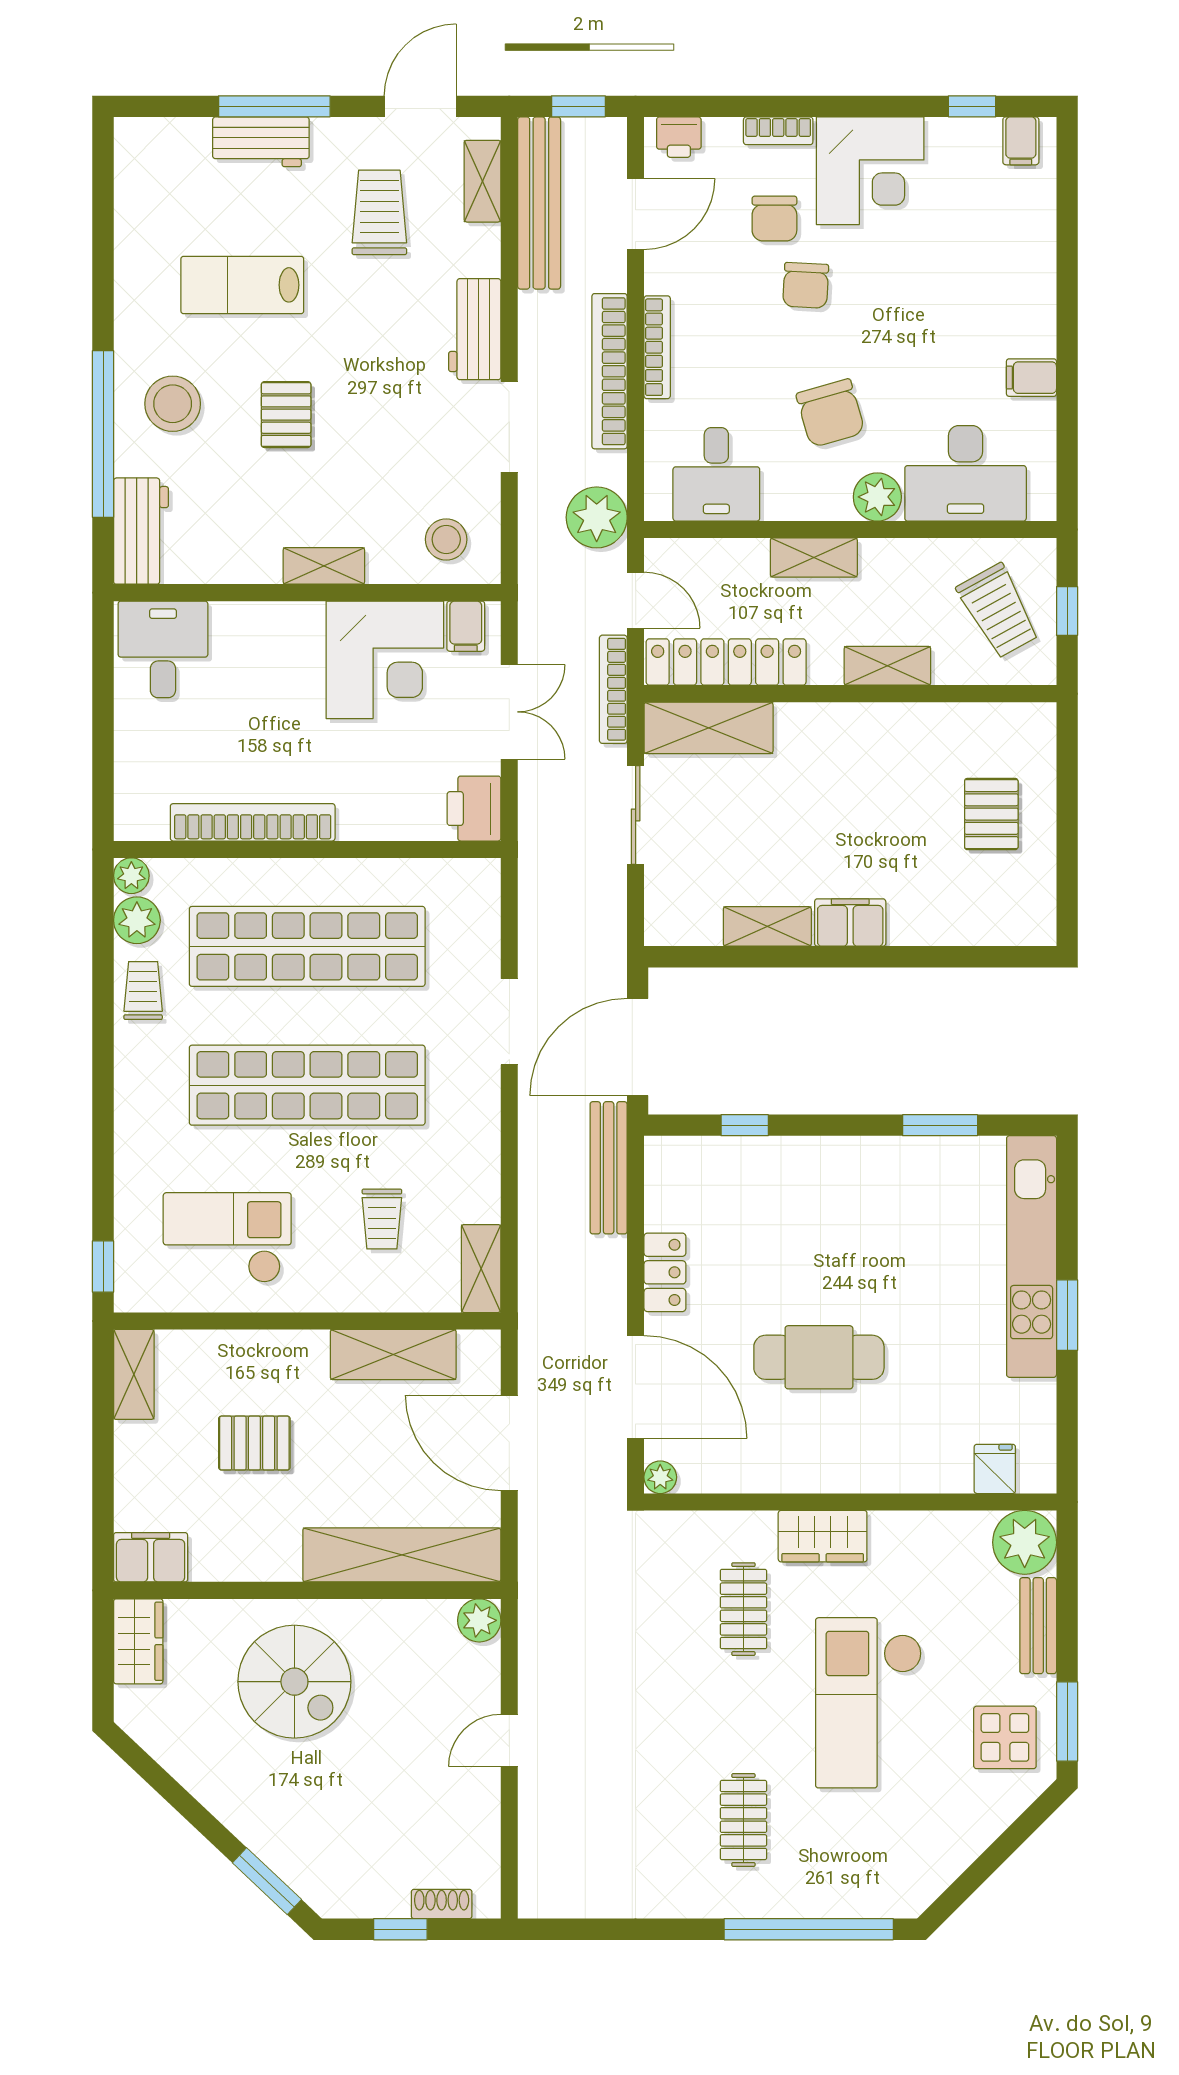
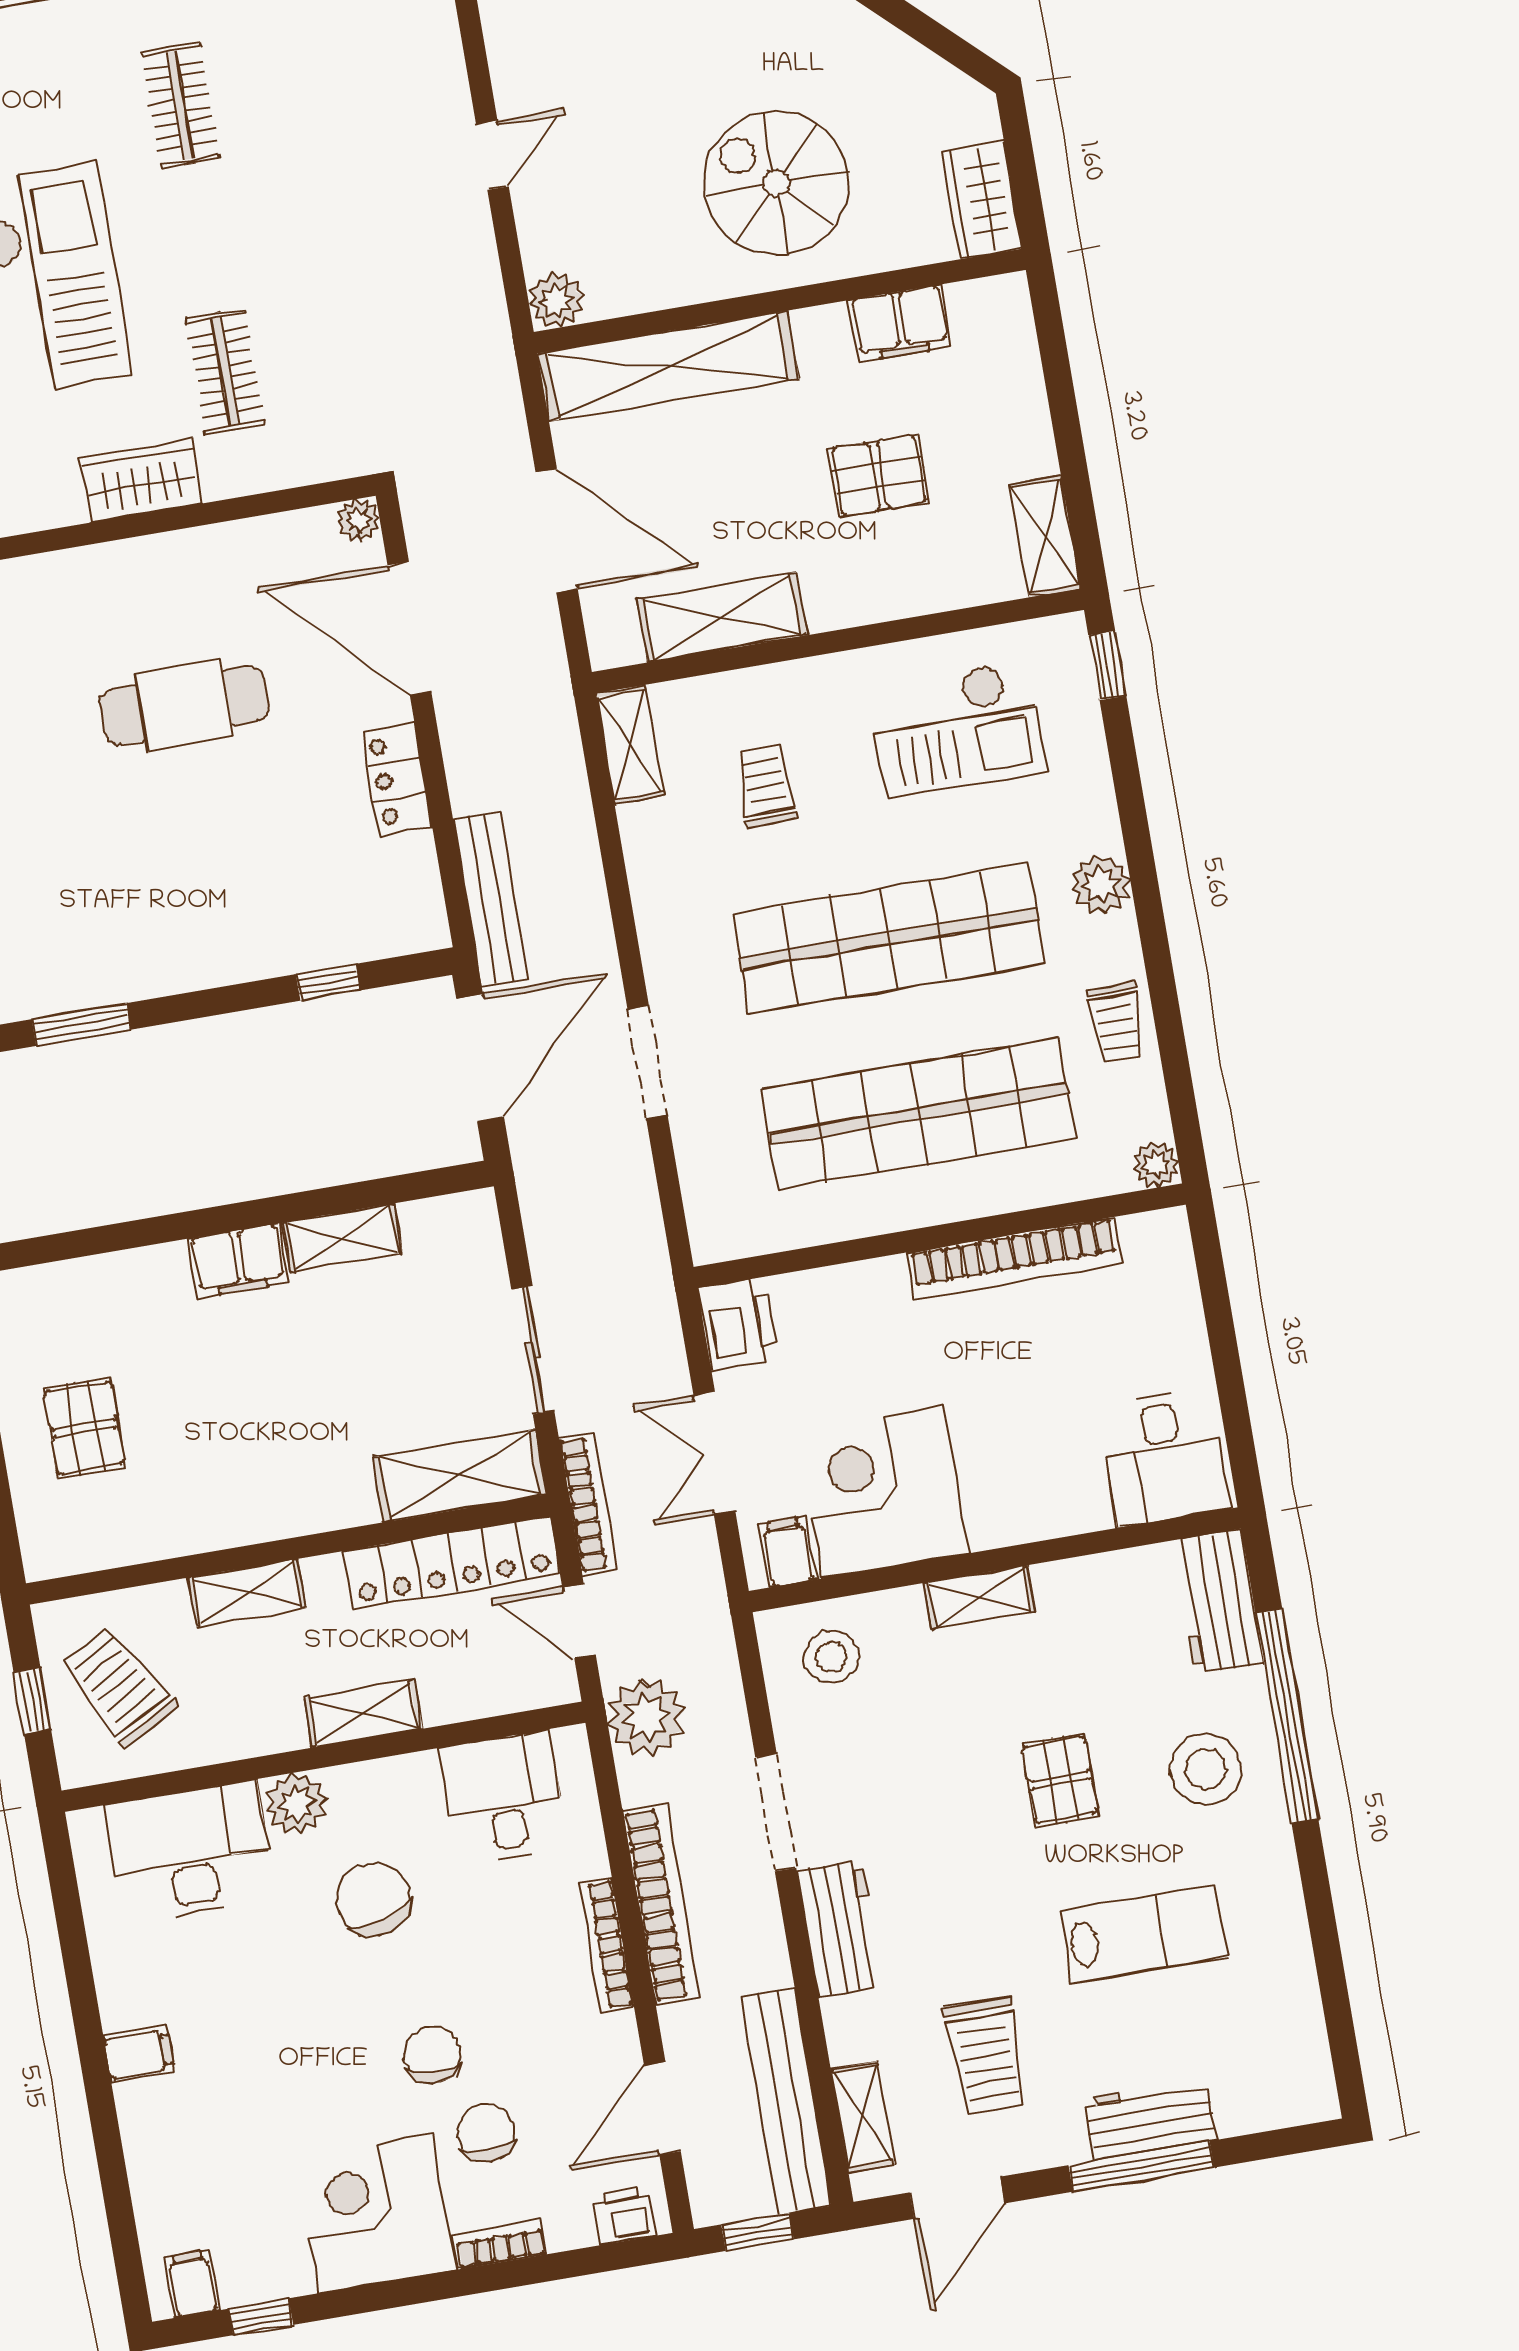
filing cabinet: (1031, 378) -> (139, 2054), moved
plant: (137, 920) -> (1101, 884), moved
filing cabinet: (151, 1557) -> (900, 323), moved

